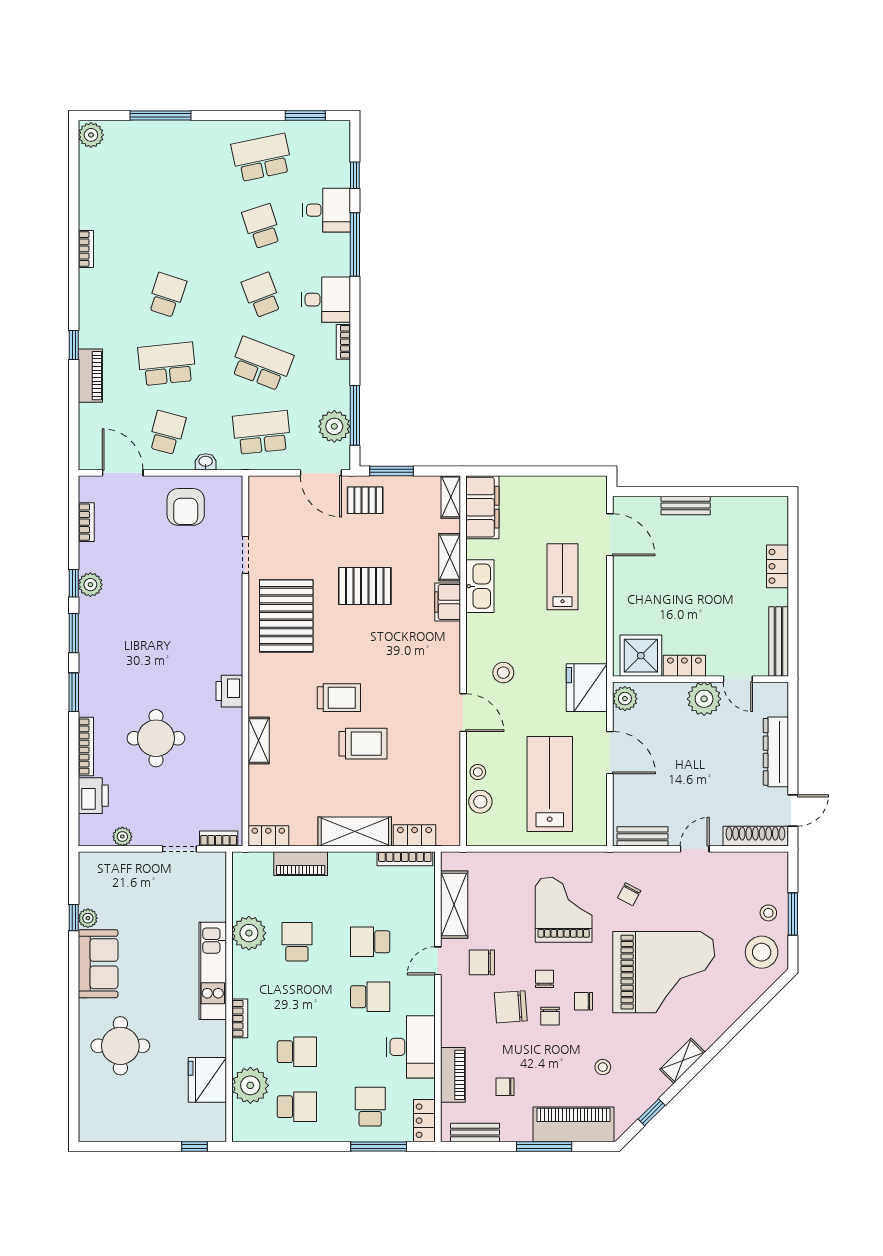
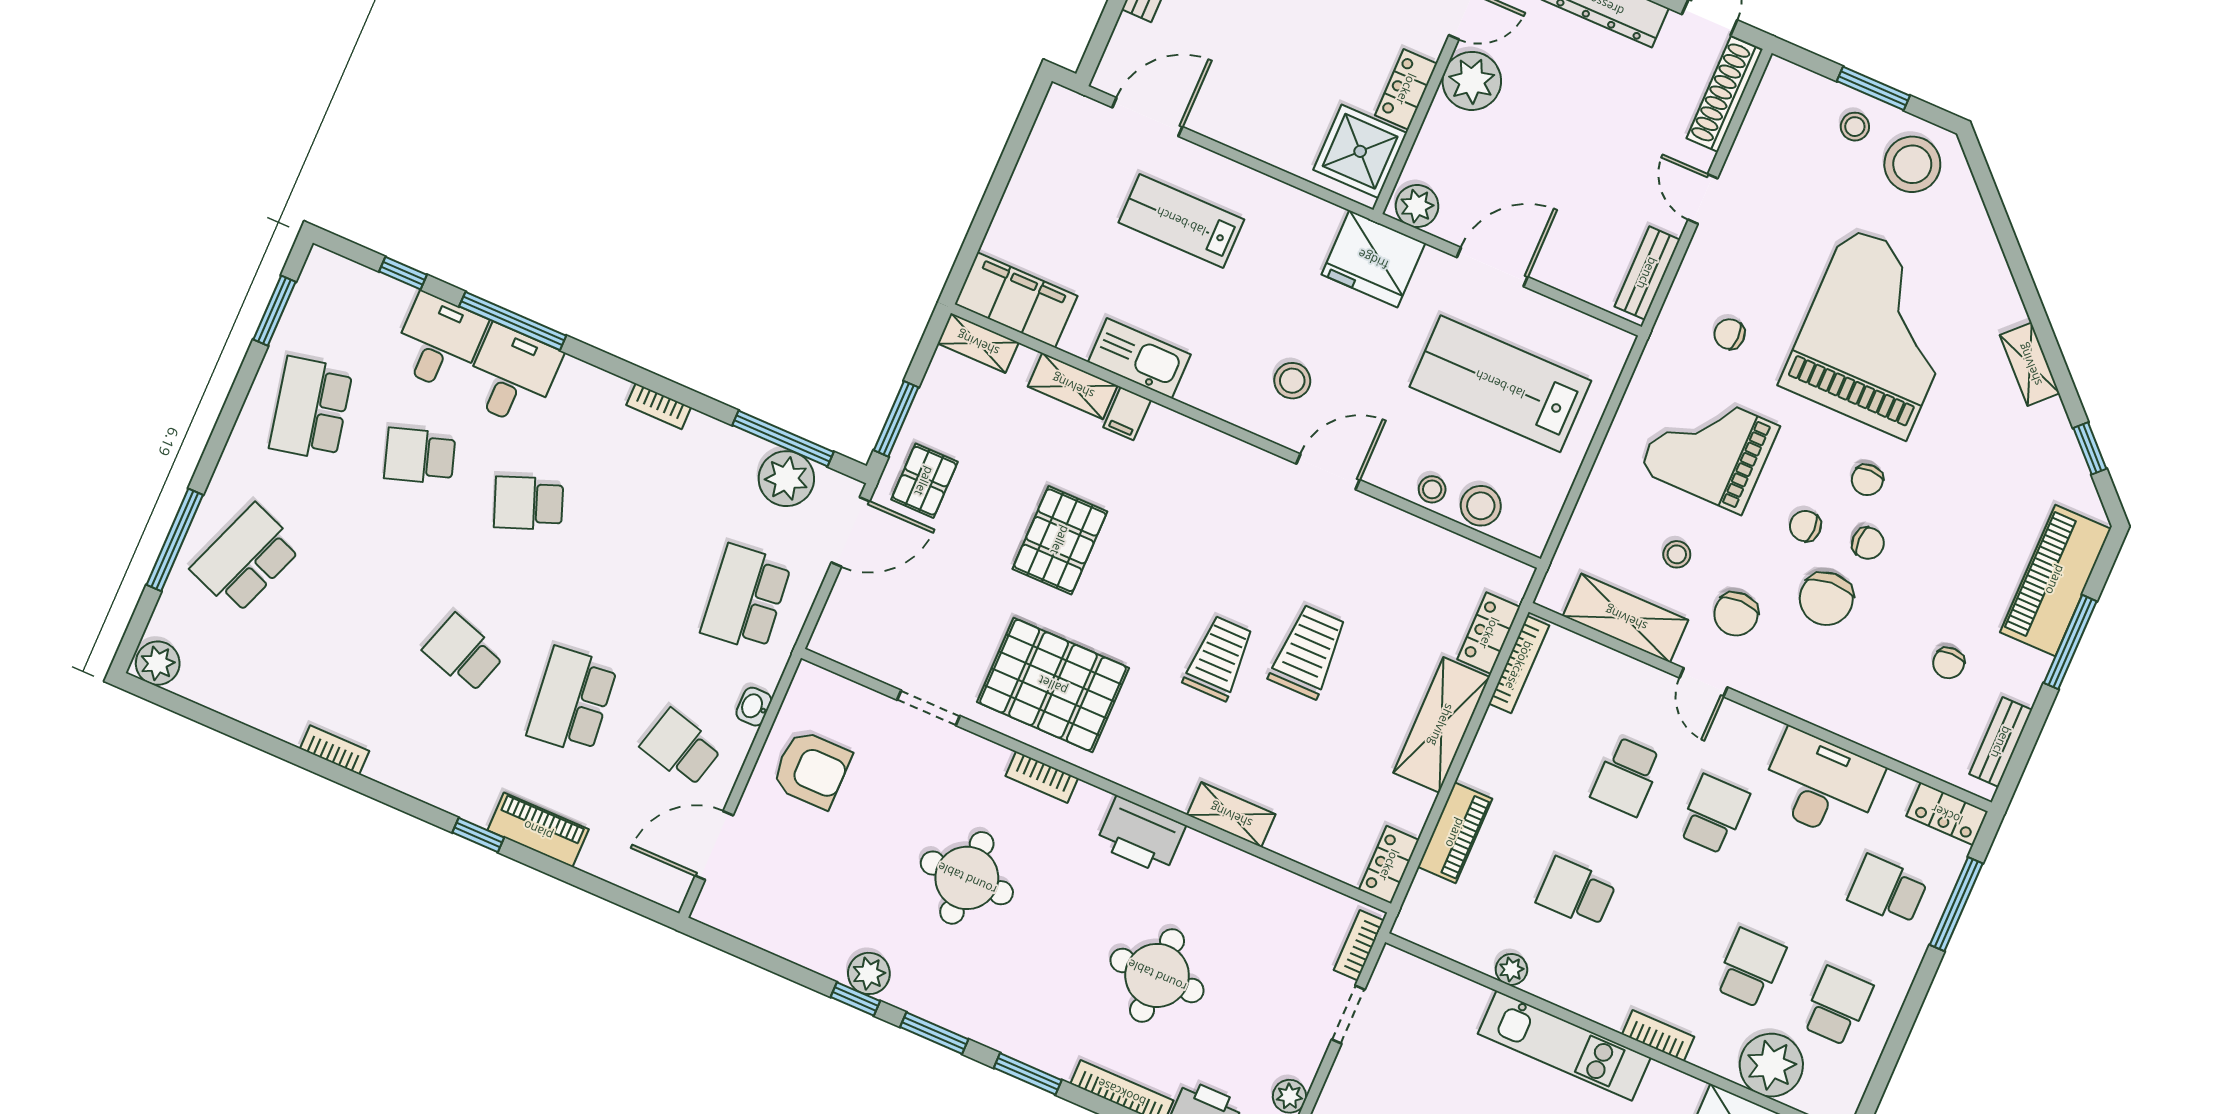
desk: (326, 300) -> (512, 376), moved
school desk: (262, 364) -> (246, 558), moved
bookcase: (86, 522) -> (1042, 777), moved, turned 180
filing cabinet: (448, 602) -> (1127, 414), width x0.50
round table: (164, 615) -> (967, 878), added
printer: (229, 691) -> (1141, 835), width x1.37, depth x1.19
chair: (629, 894) -> (1729, 334), turned 152
plant: (249, 933) -> (1511, 969), width x0.53, depth x0.53
stool: (603, 1067) -> (1677, 554), moved
piano: (453, 1075) -> (1894, 737), removed

